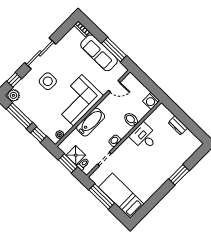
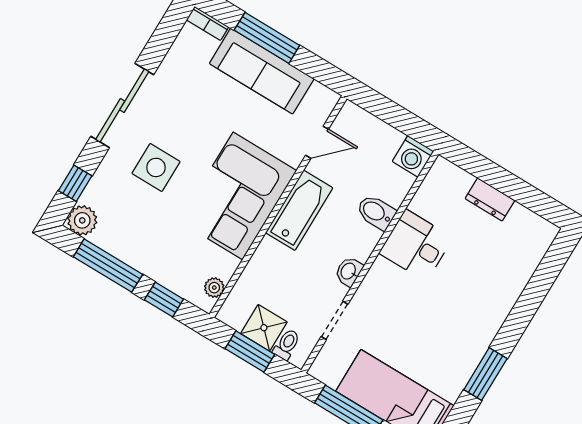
window: (114, 50) -> (267, 38), moved
bathtub: (91, 122) -> (299, 210), moved
window: (179, 175) -> (485, 374), moved

